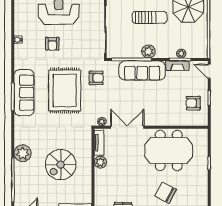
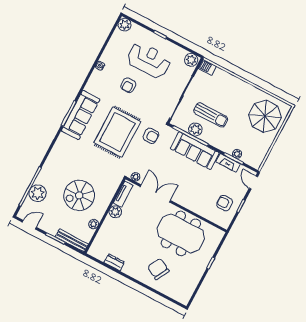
sun lounger: (150, 17) -> (211, 115), moved
plant: (148, 51) -> (195, 129), moved
plant: (23, 153) -> (38, 193), moved
plant: (87, 183) -> (94, 224), added

